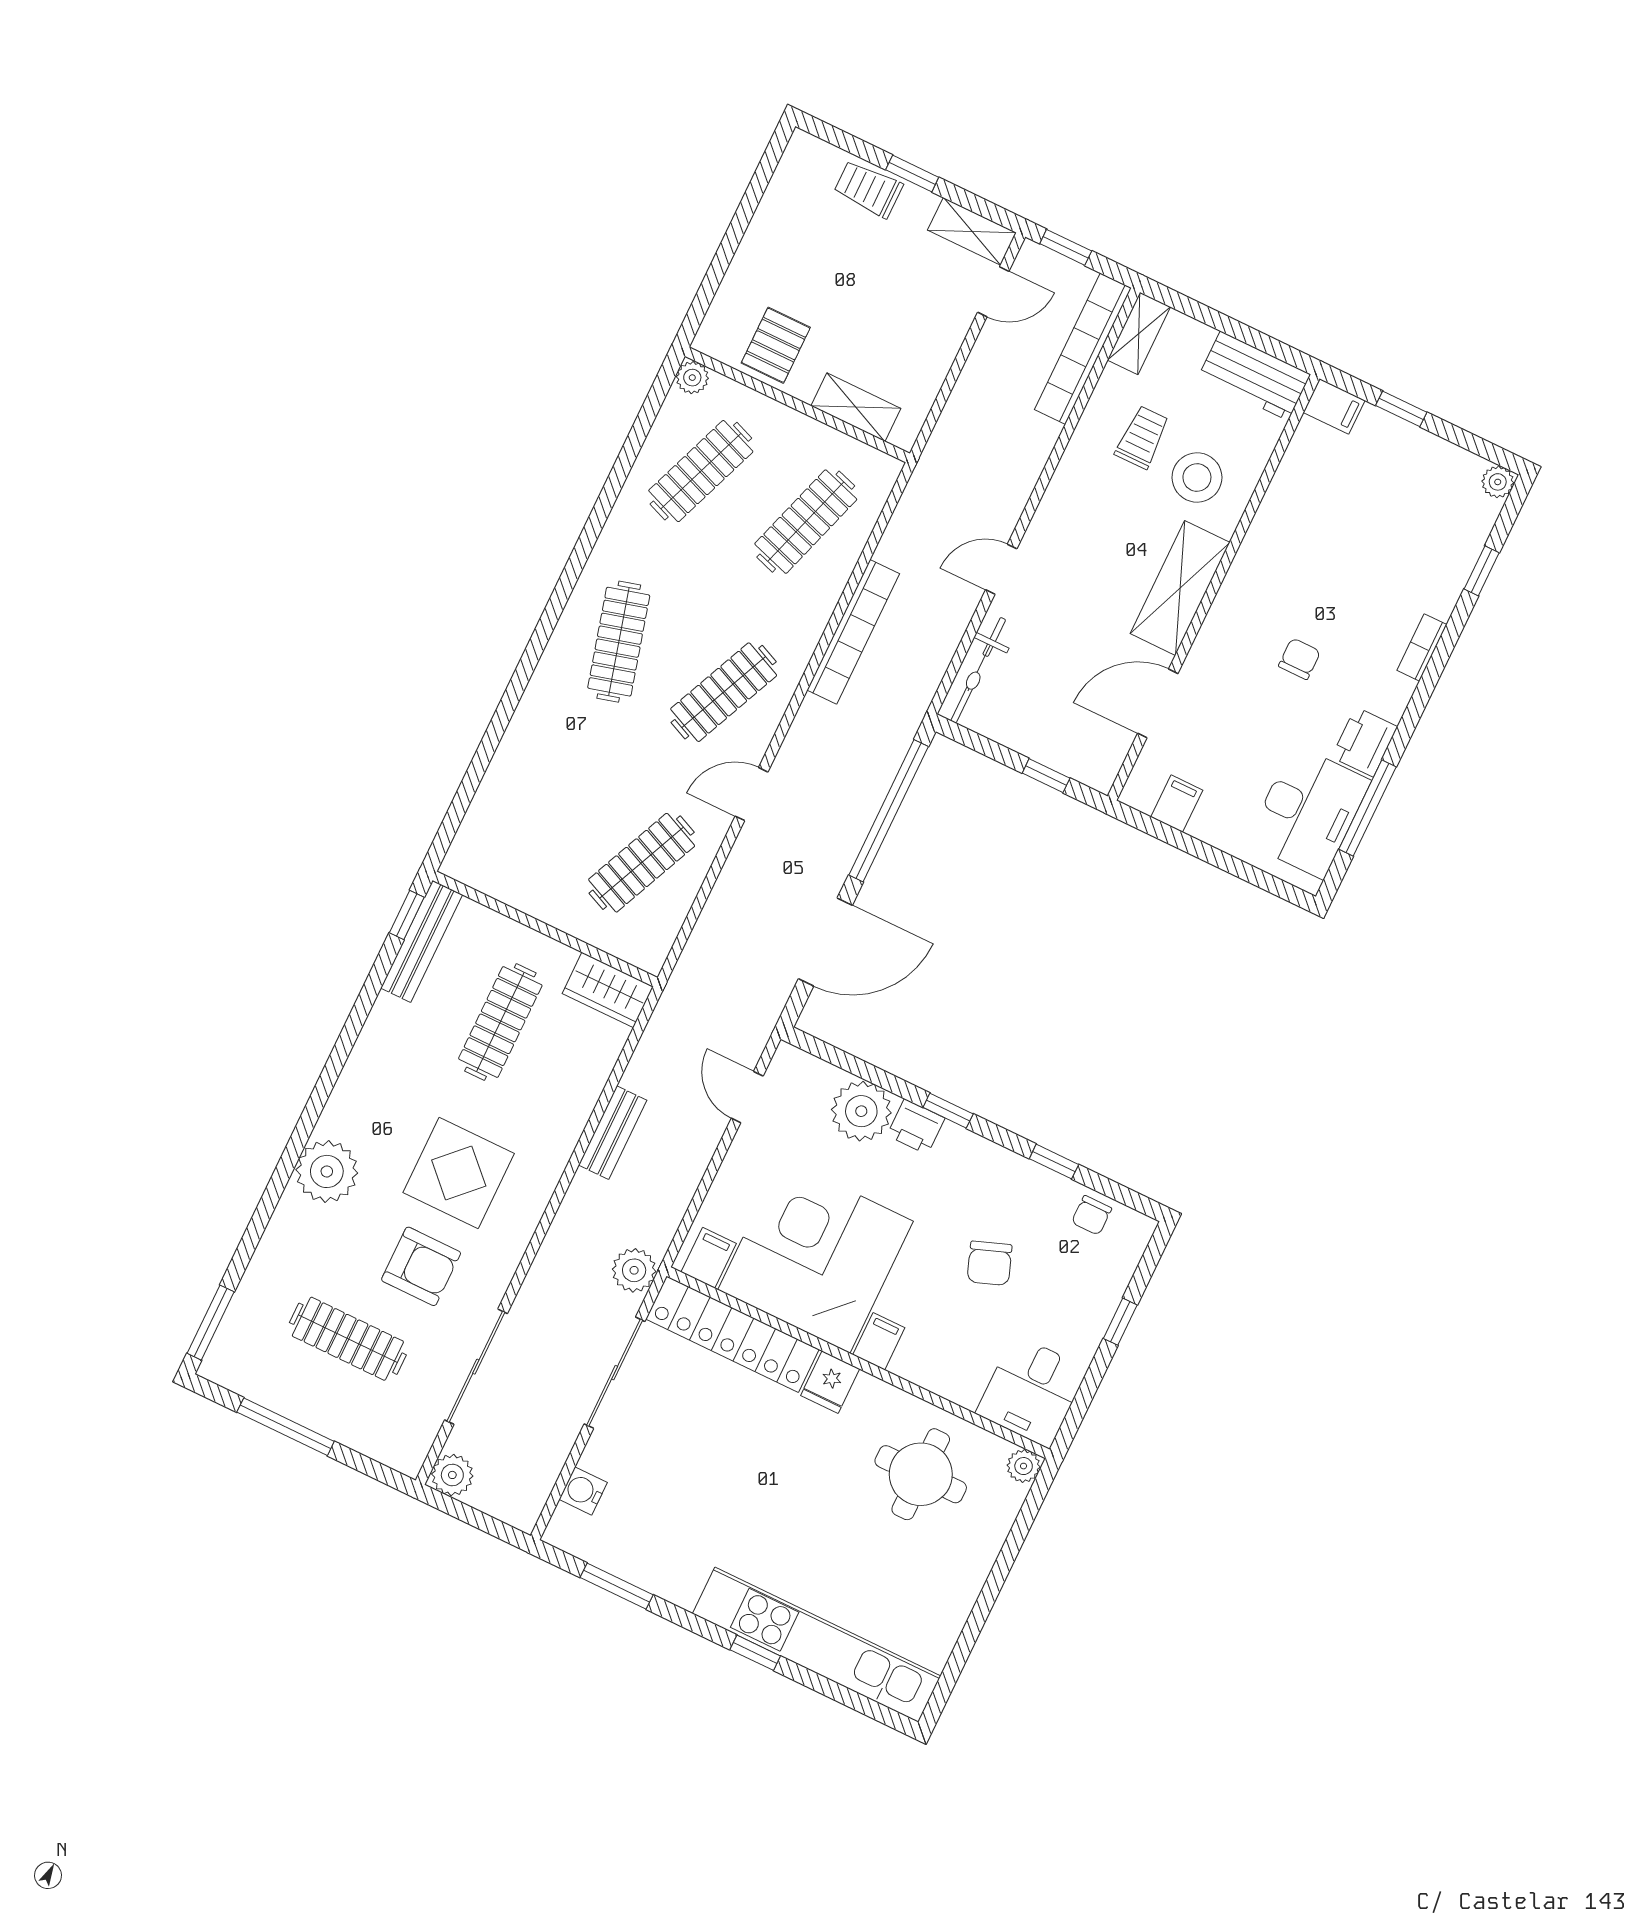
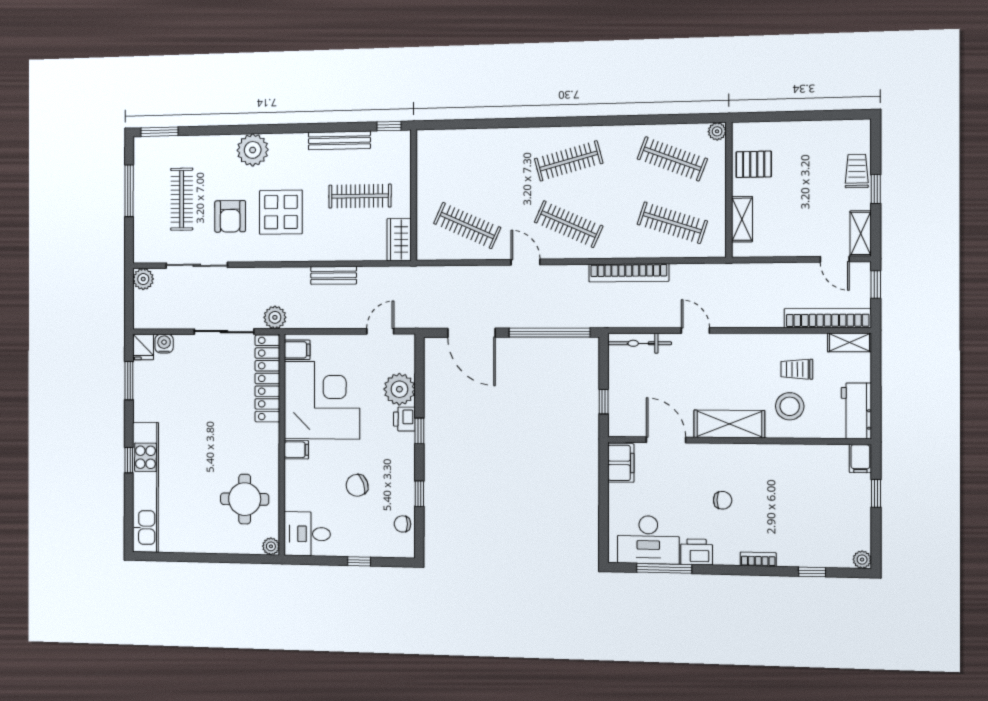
trolley: (1142, 437) -> (797, 369), turned 180
filing cabinet: (1177, 804) -> (621, 463), width x2.00
bench: (422, 941) -> (339, 140), moved
fridge: (830, 1382) -> (143, 347), moved, turned -90

